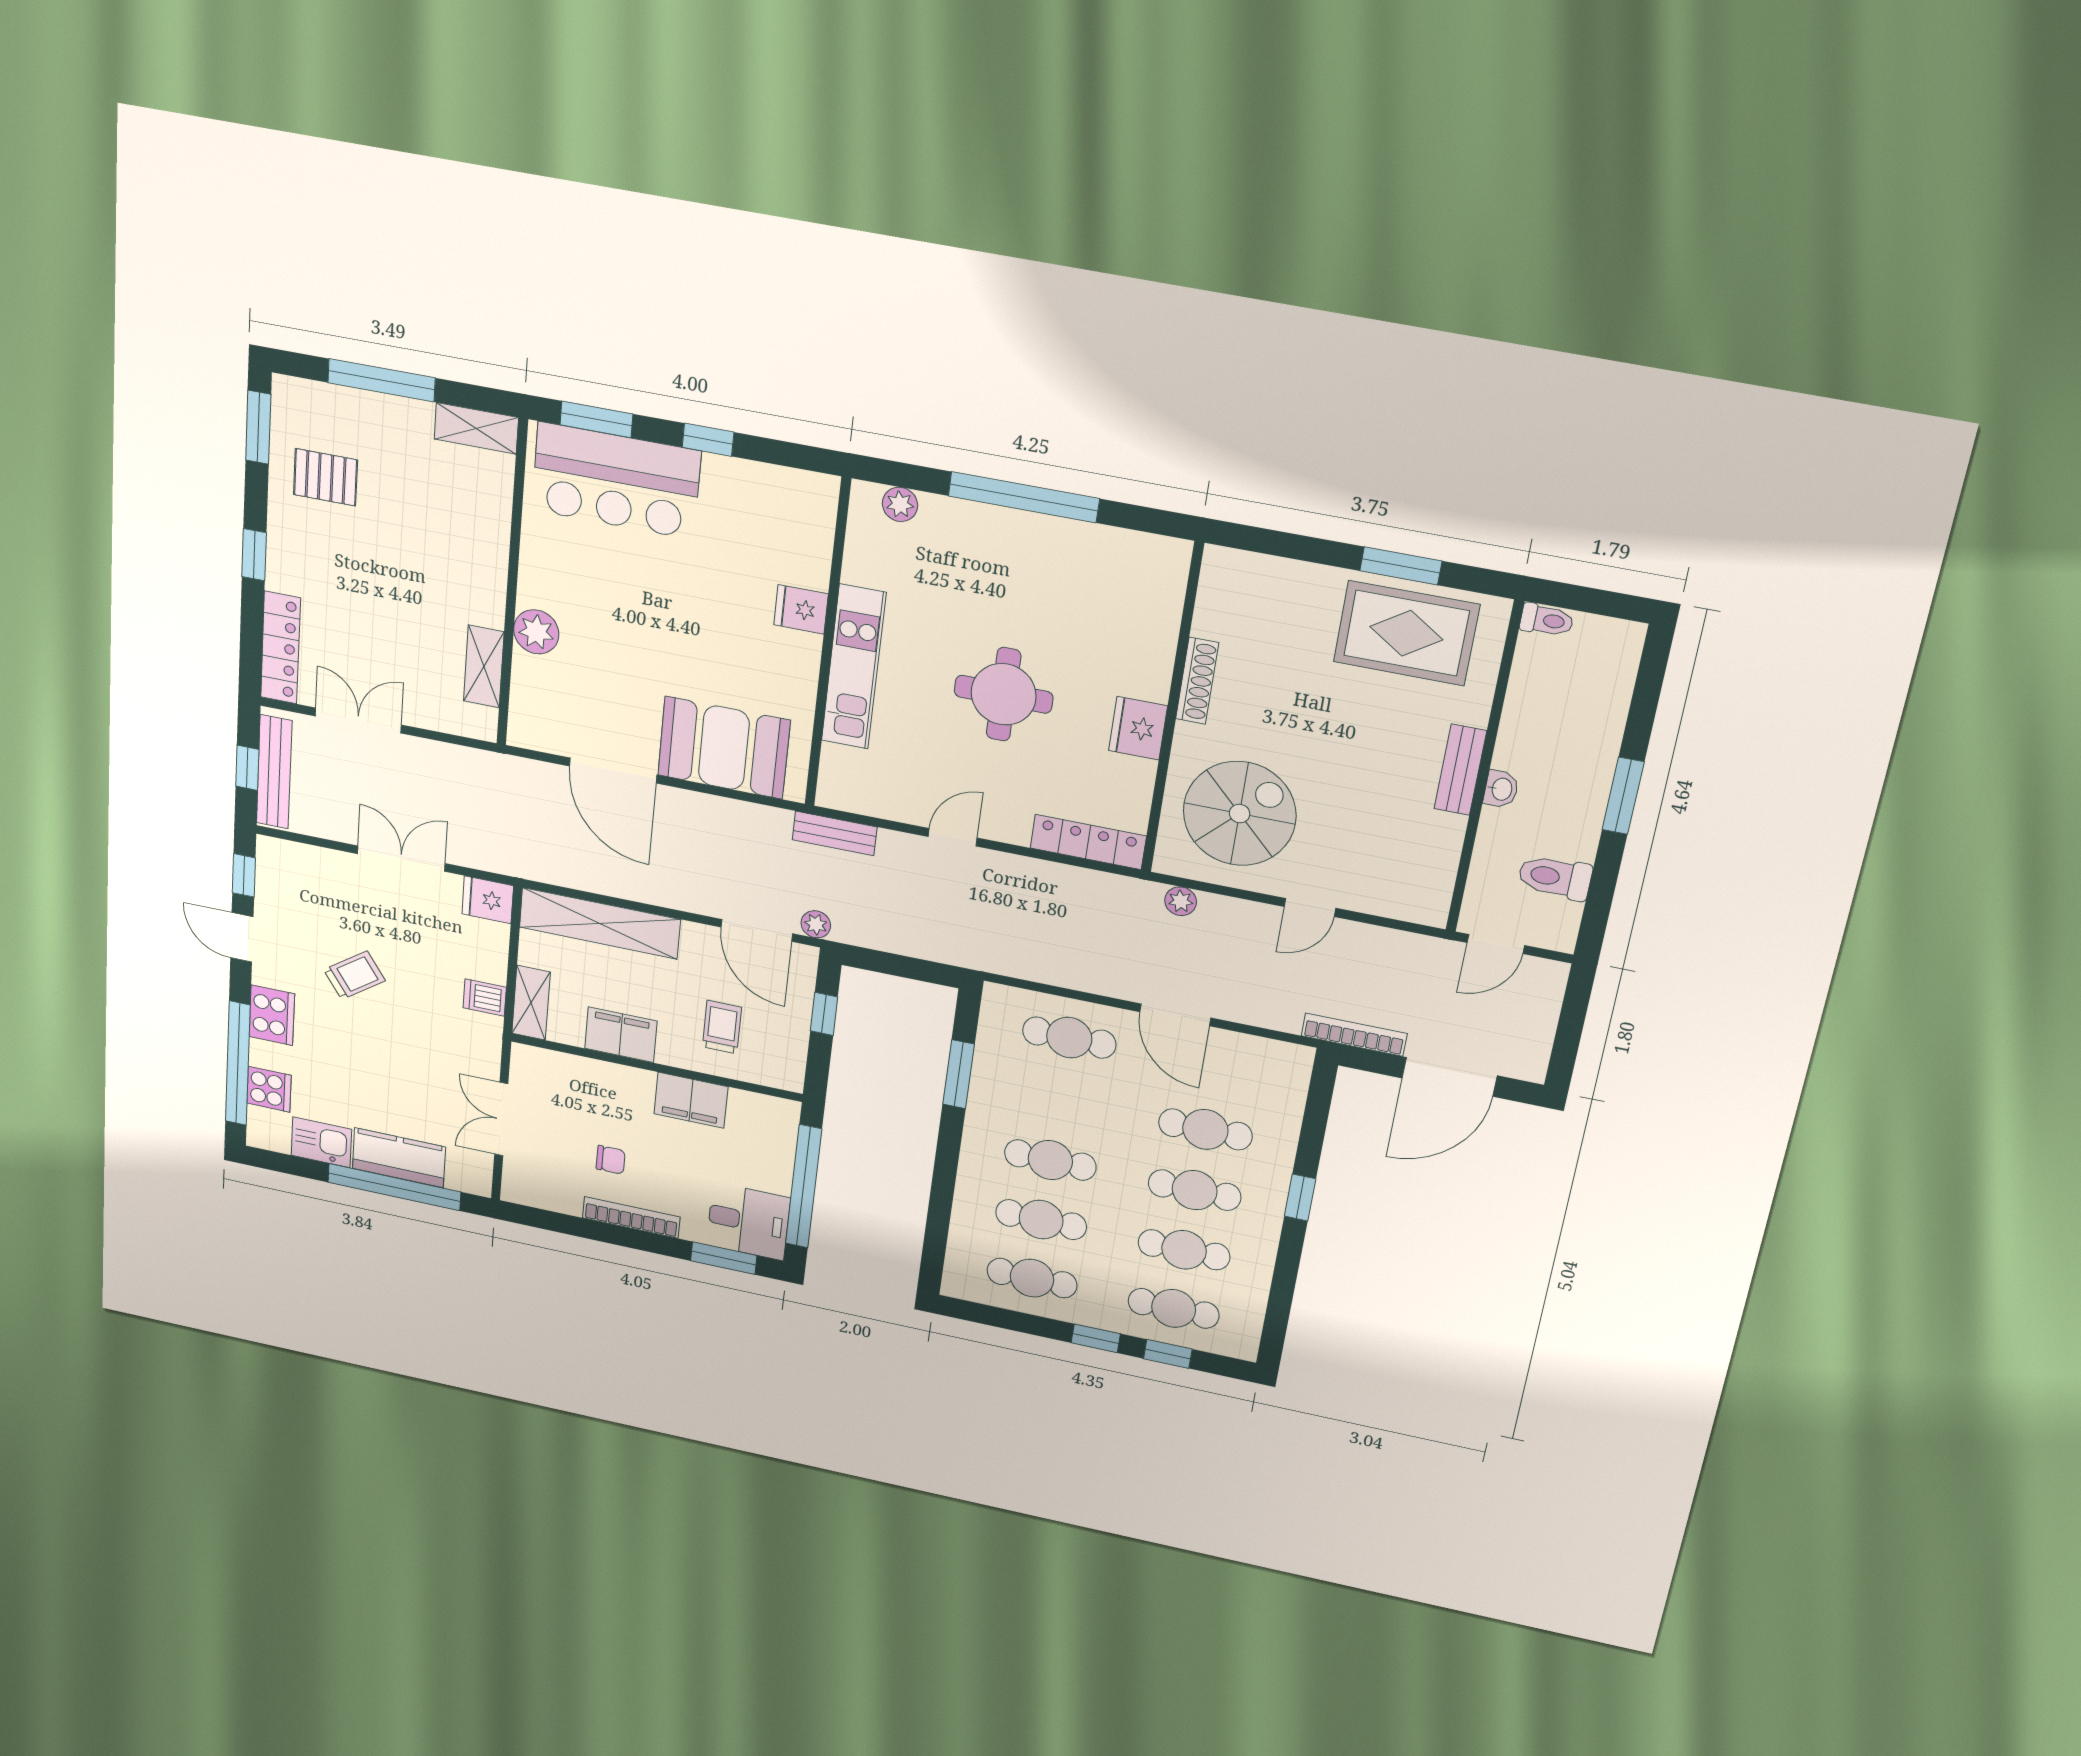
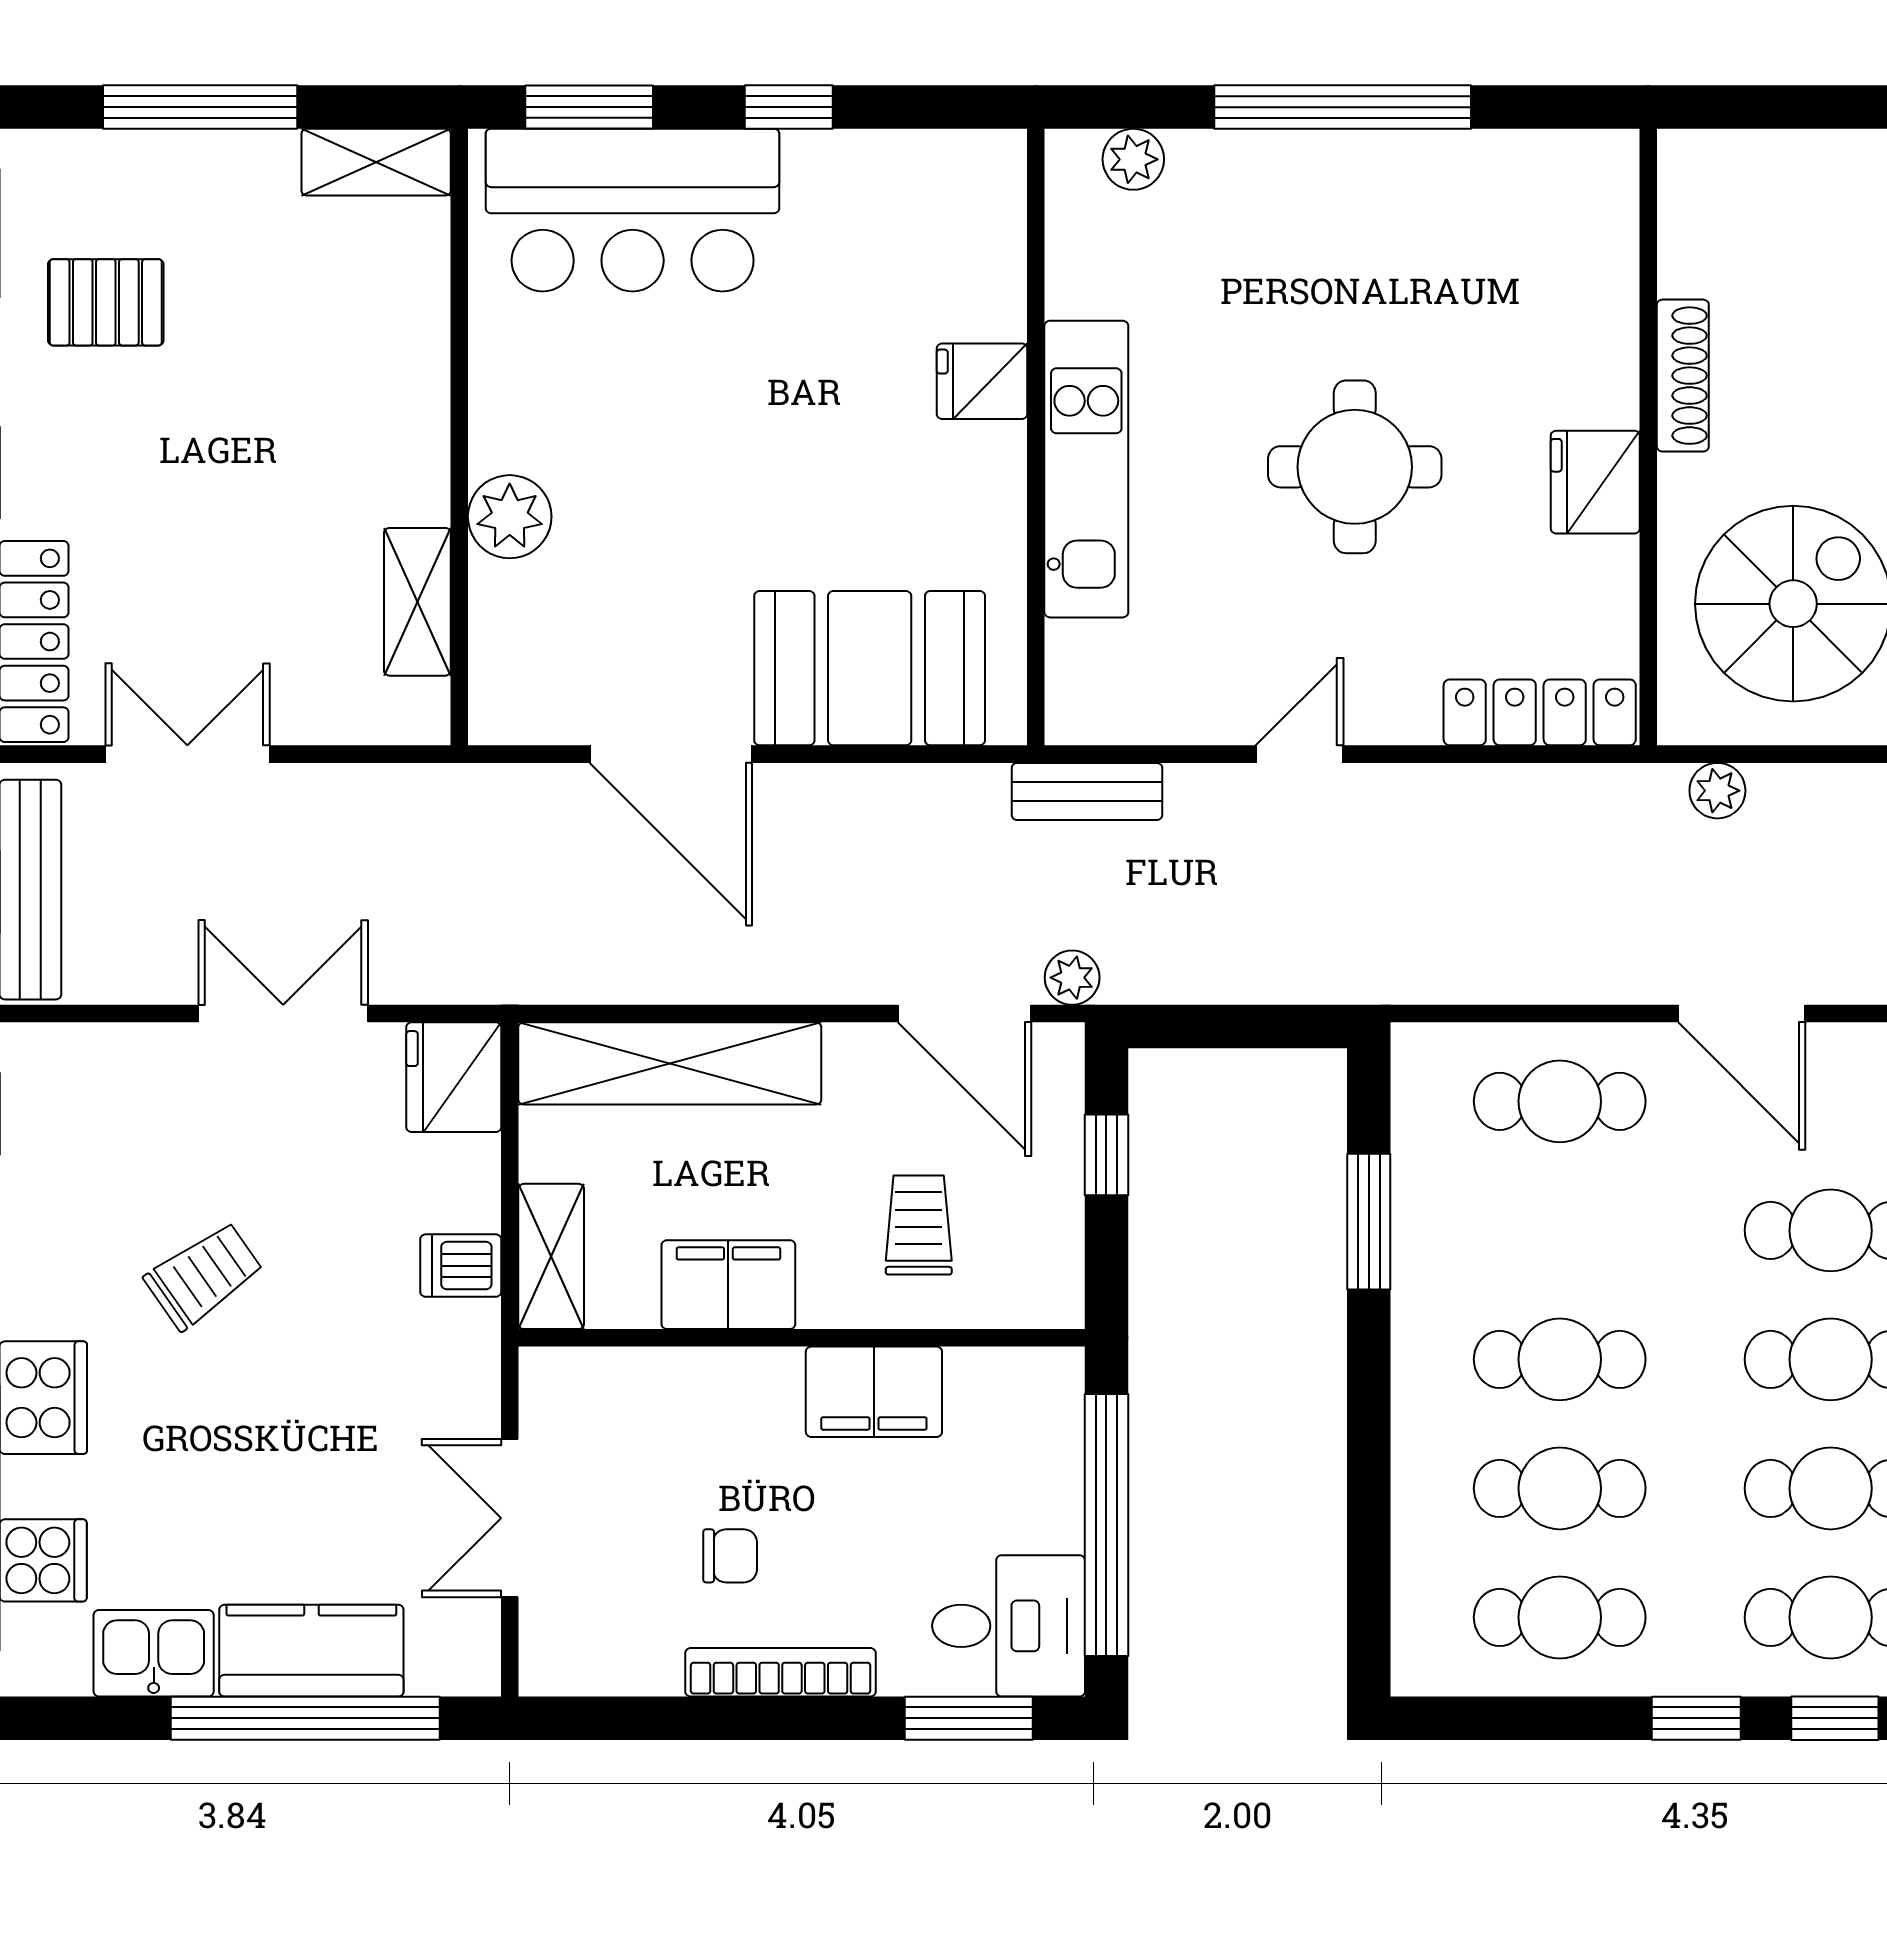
fridge: (488, 900) -> (454, 1077), width x1.38

